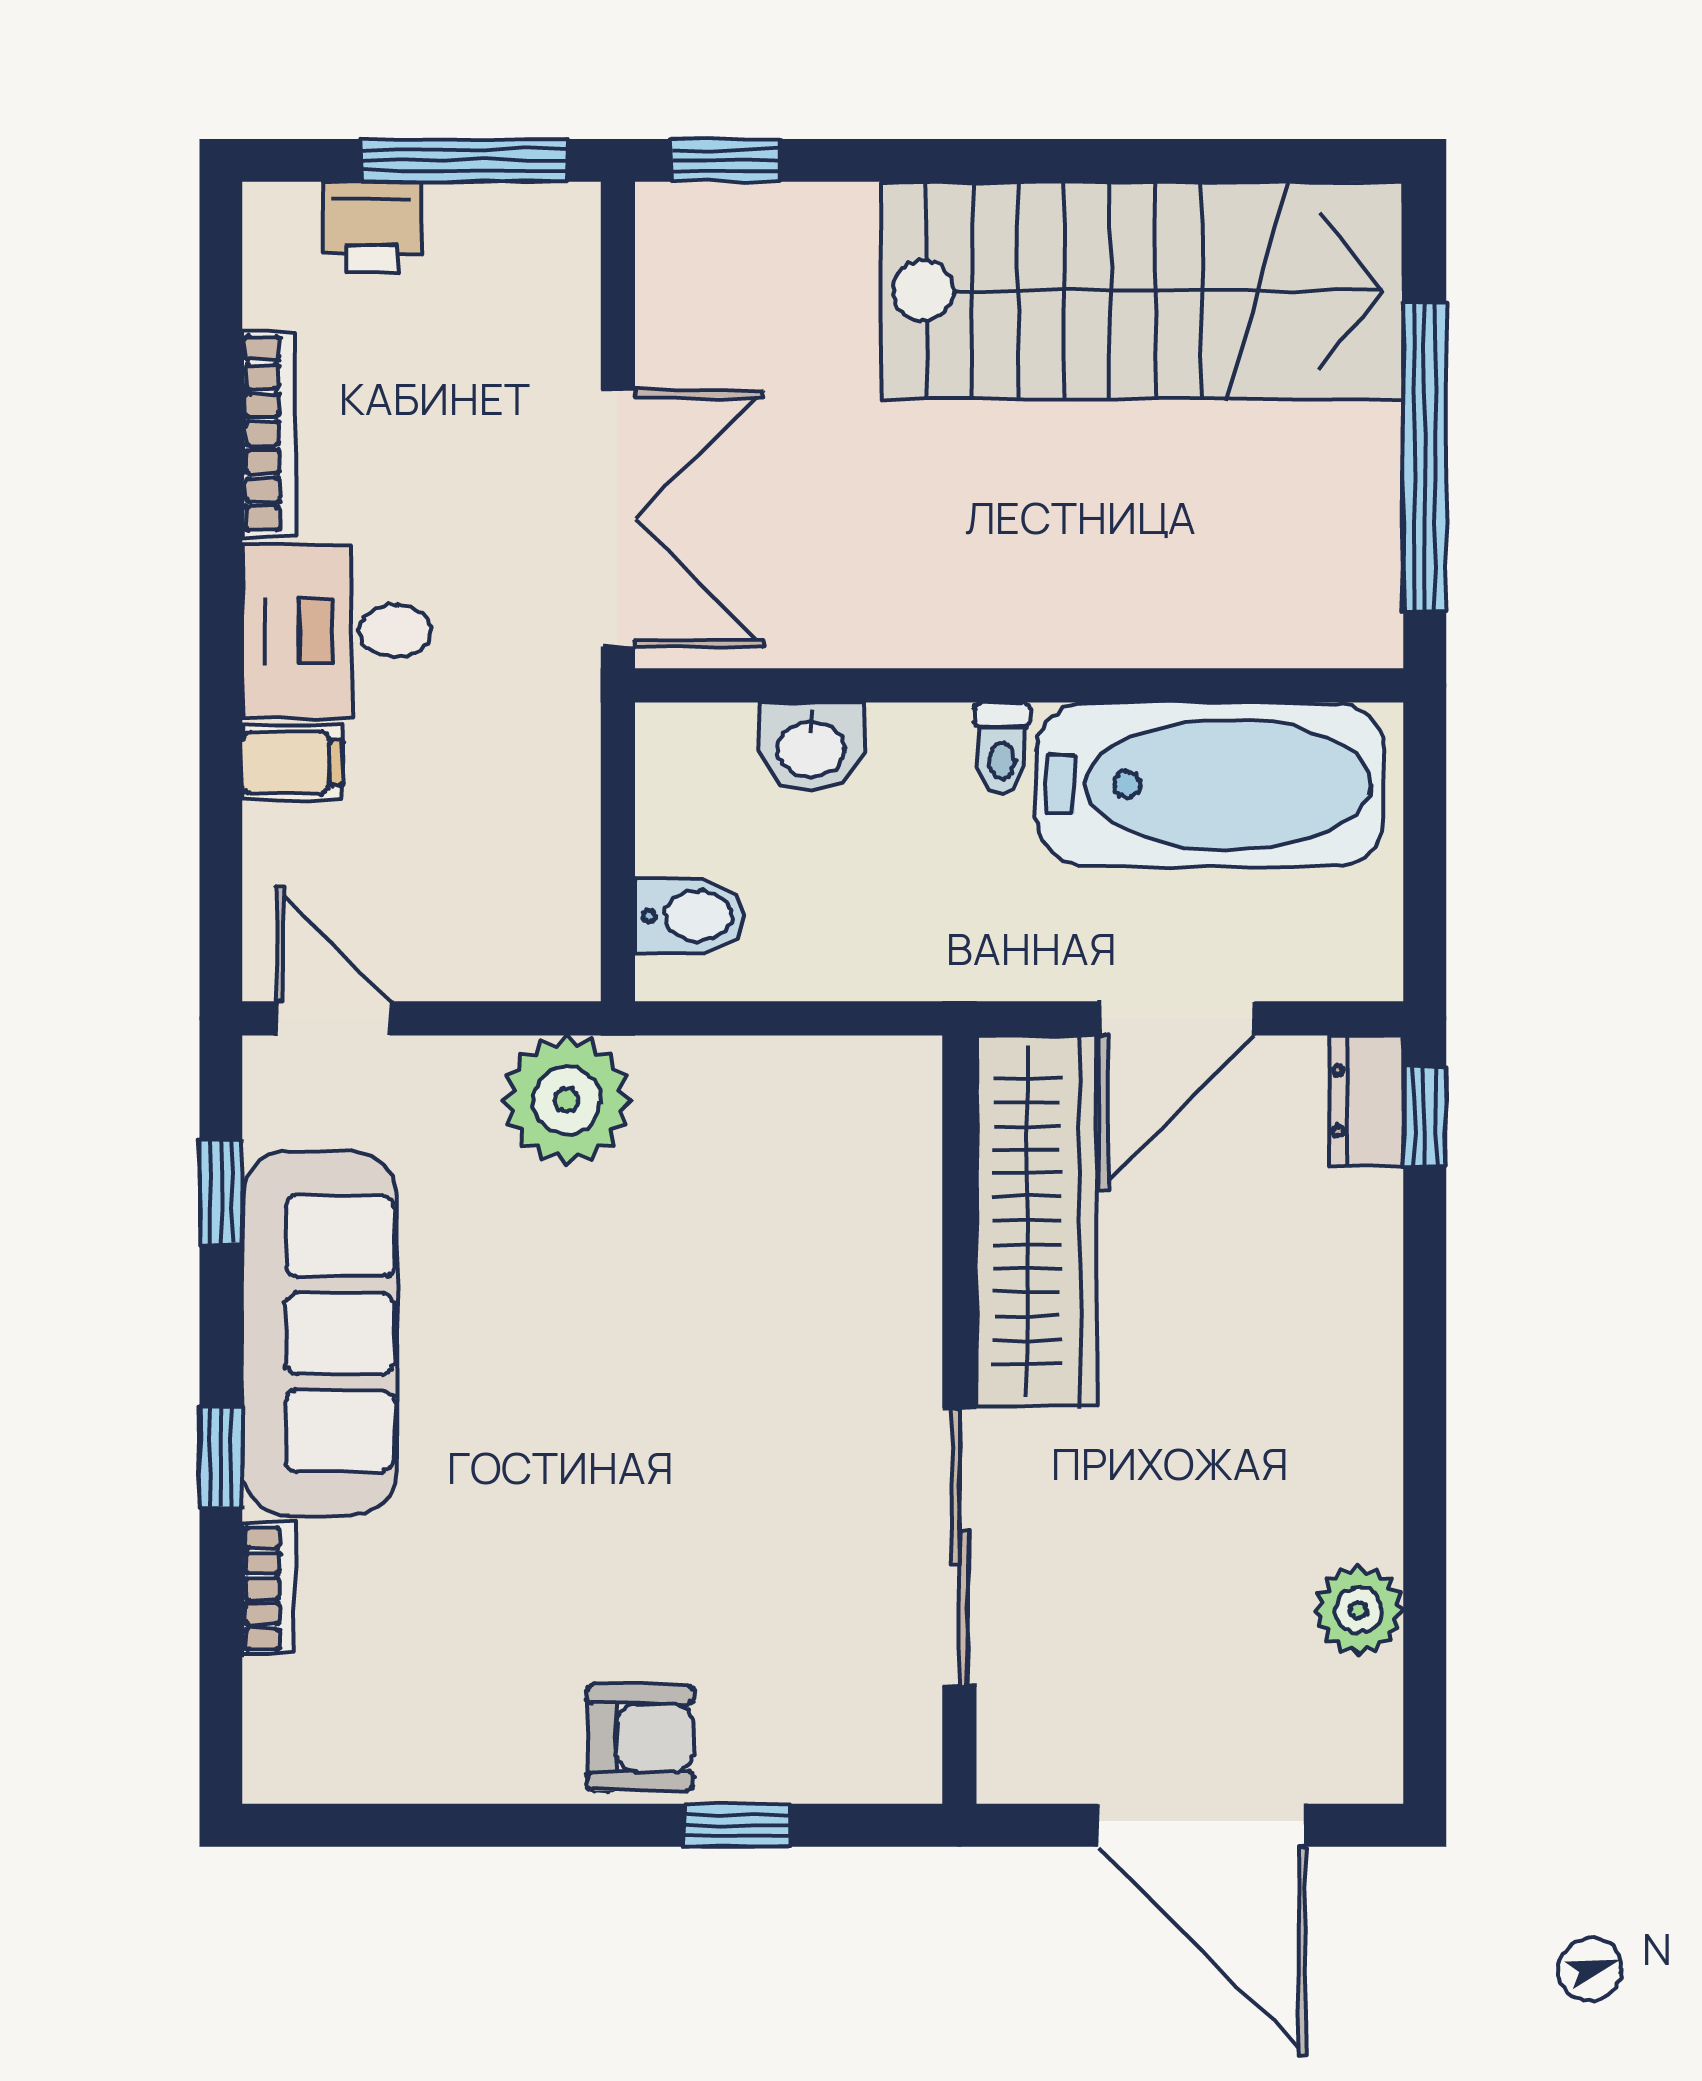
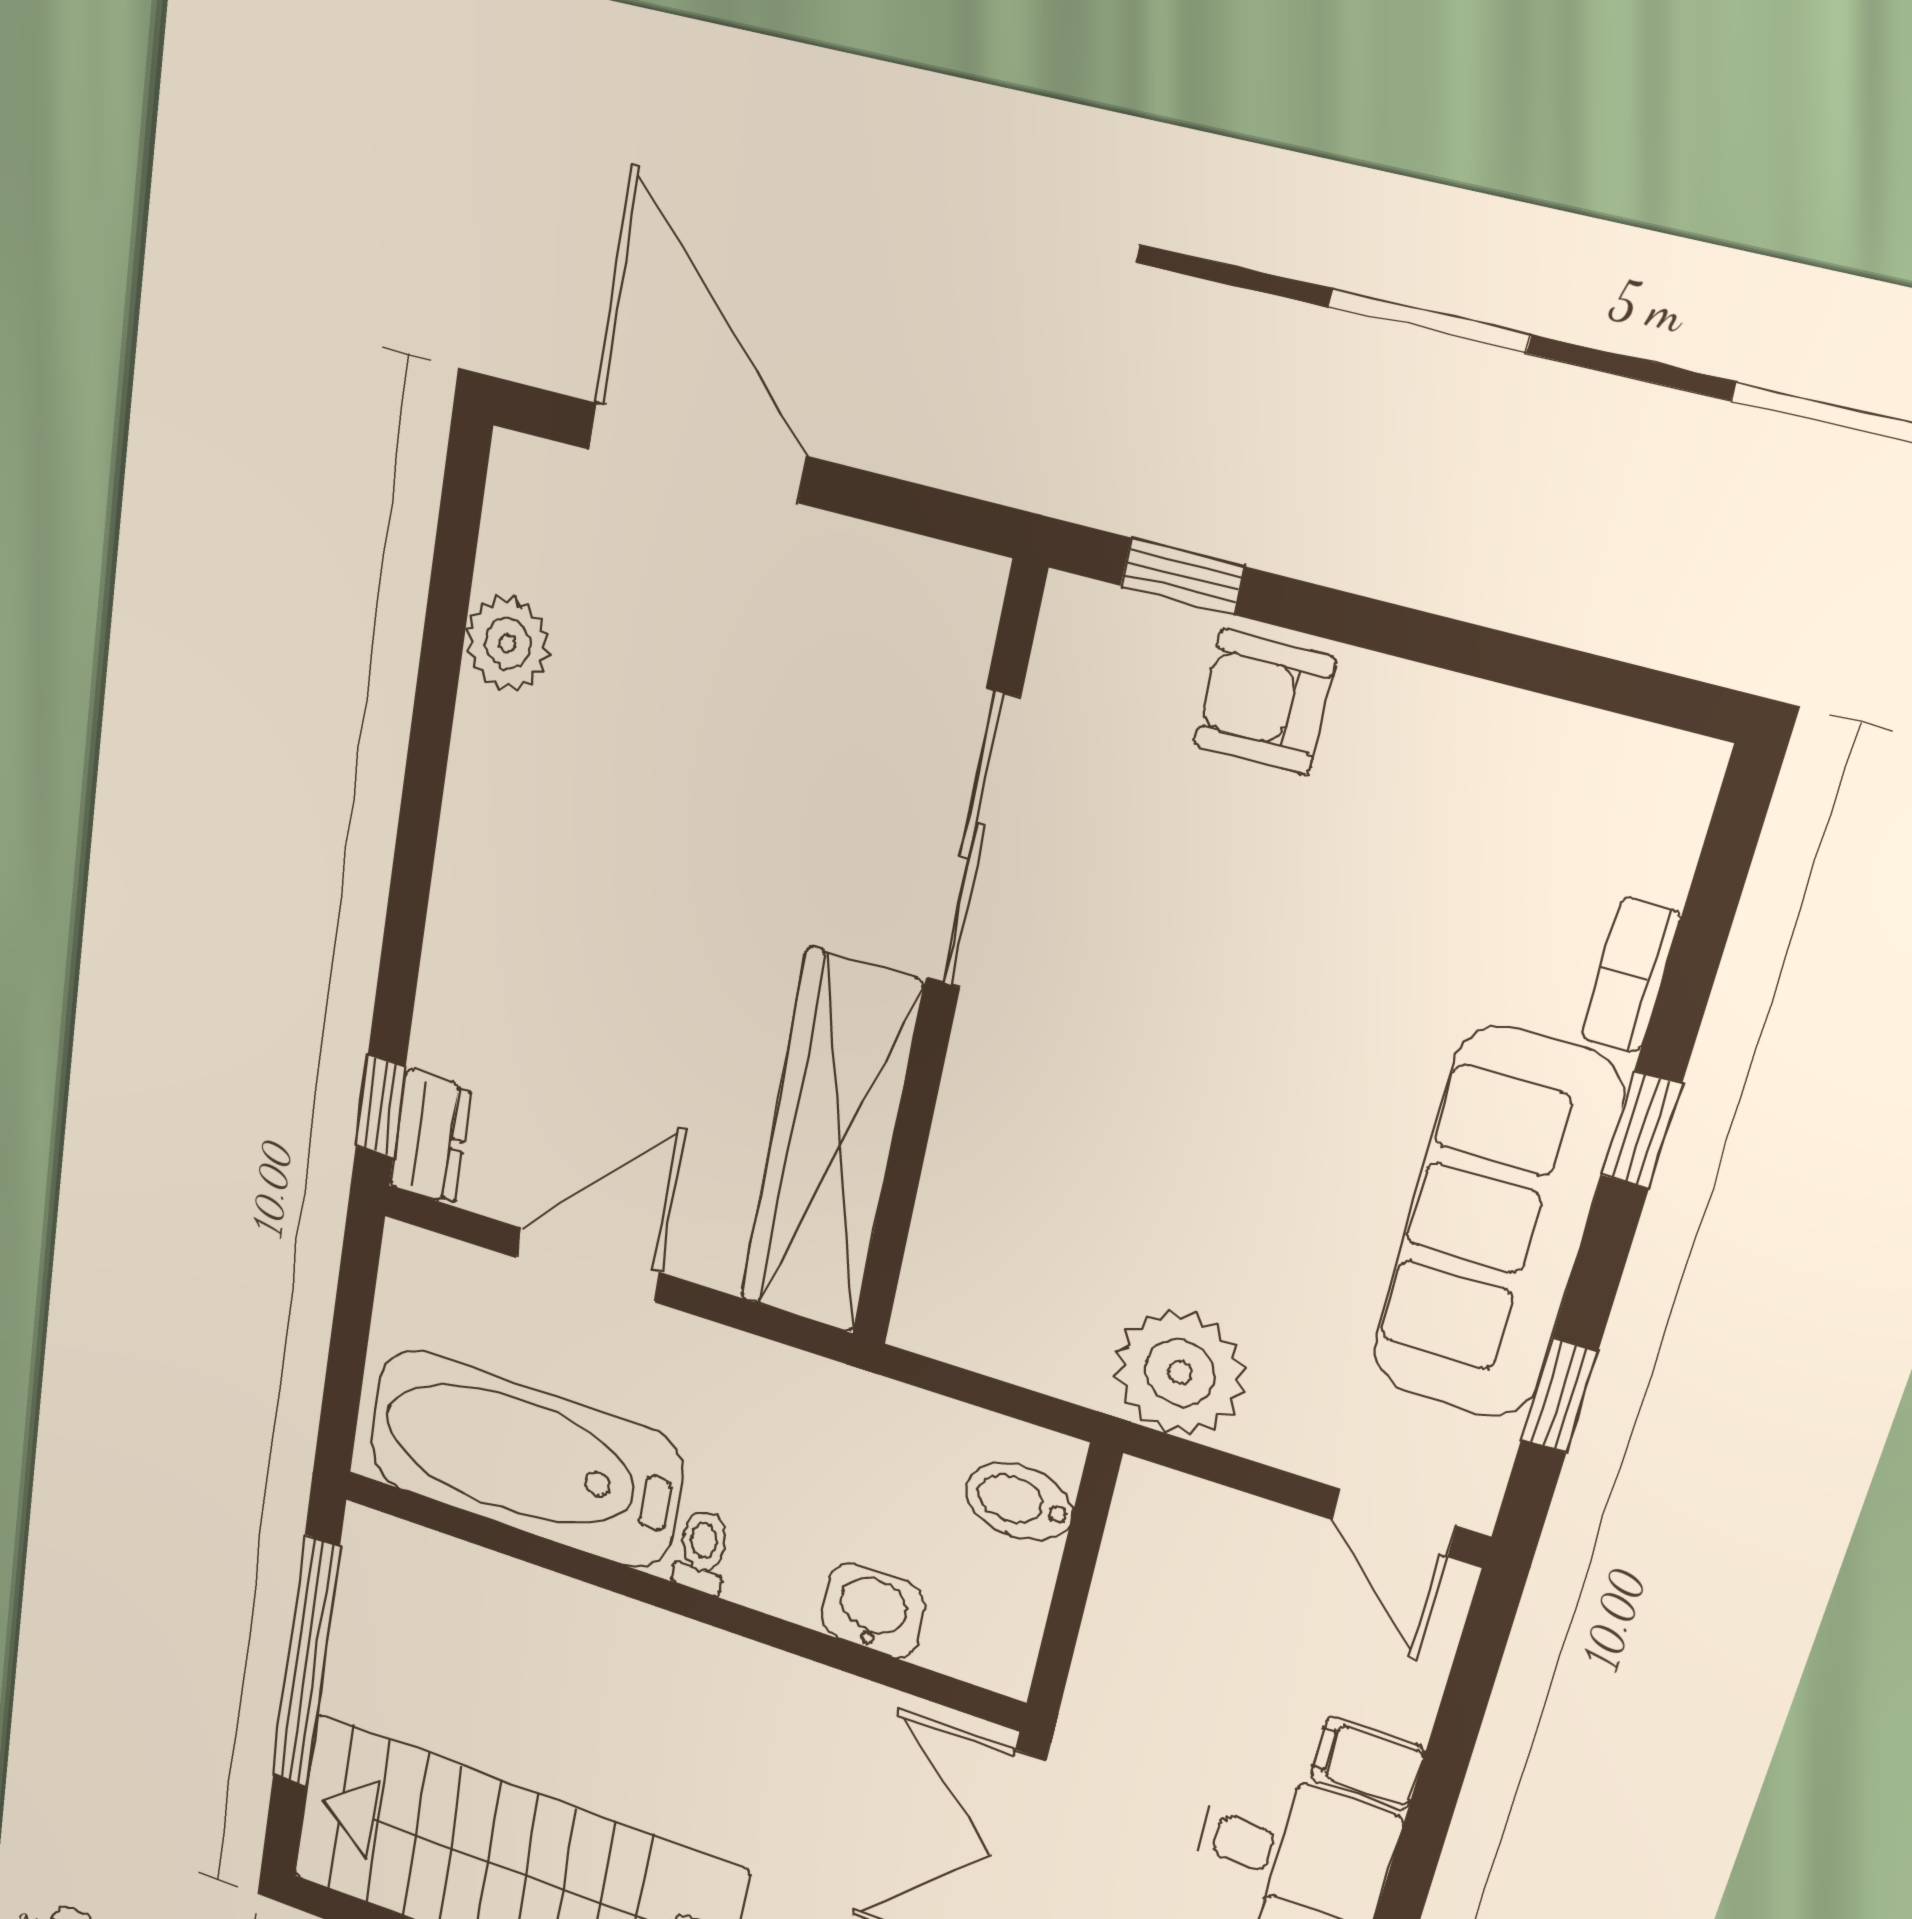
wardrobe: (1036, 1221) -> (831, 1143), moved
wall: (959, 1420) -> (945, 971), moved
sliding door: (959, 1547) -> (973, 840), moved

